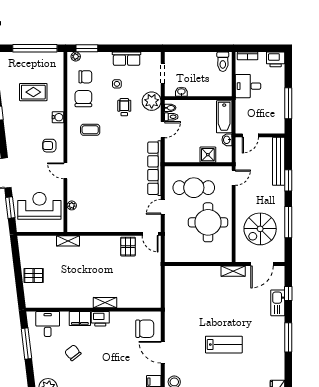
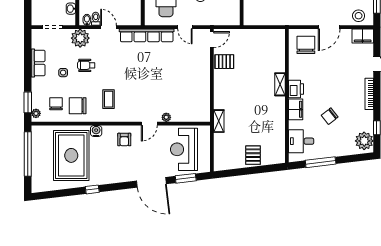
rug: (33, 92) -> (71, 155), width x1.86, depth x2.06
plant: (72, 205) -> (166, 117), moved

